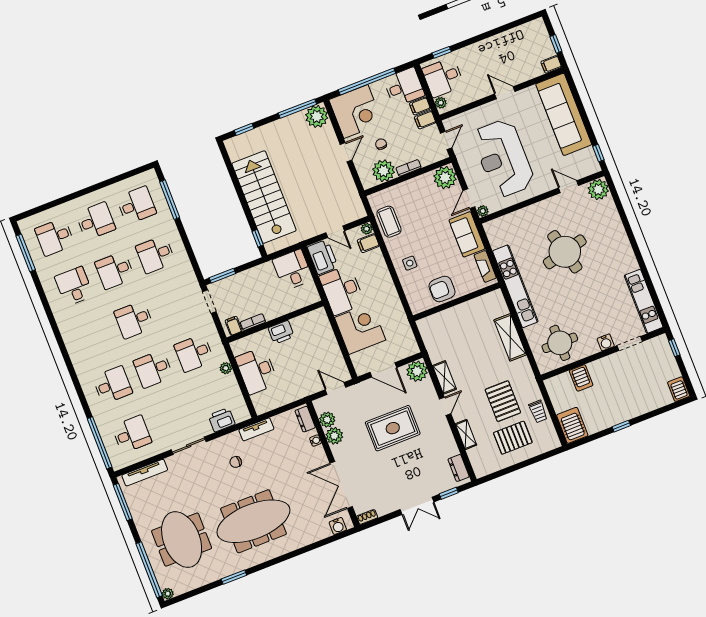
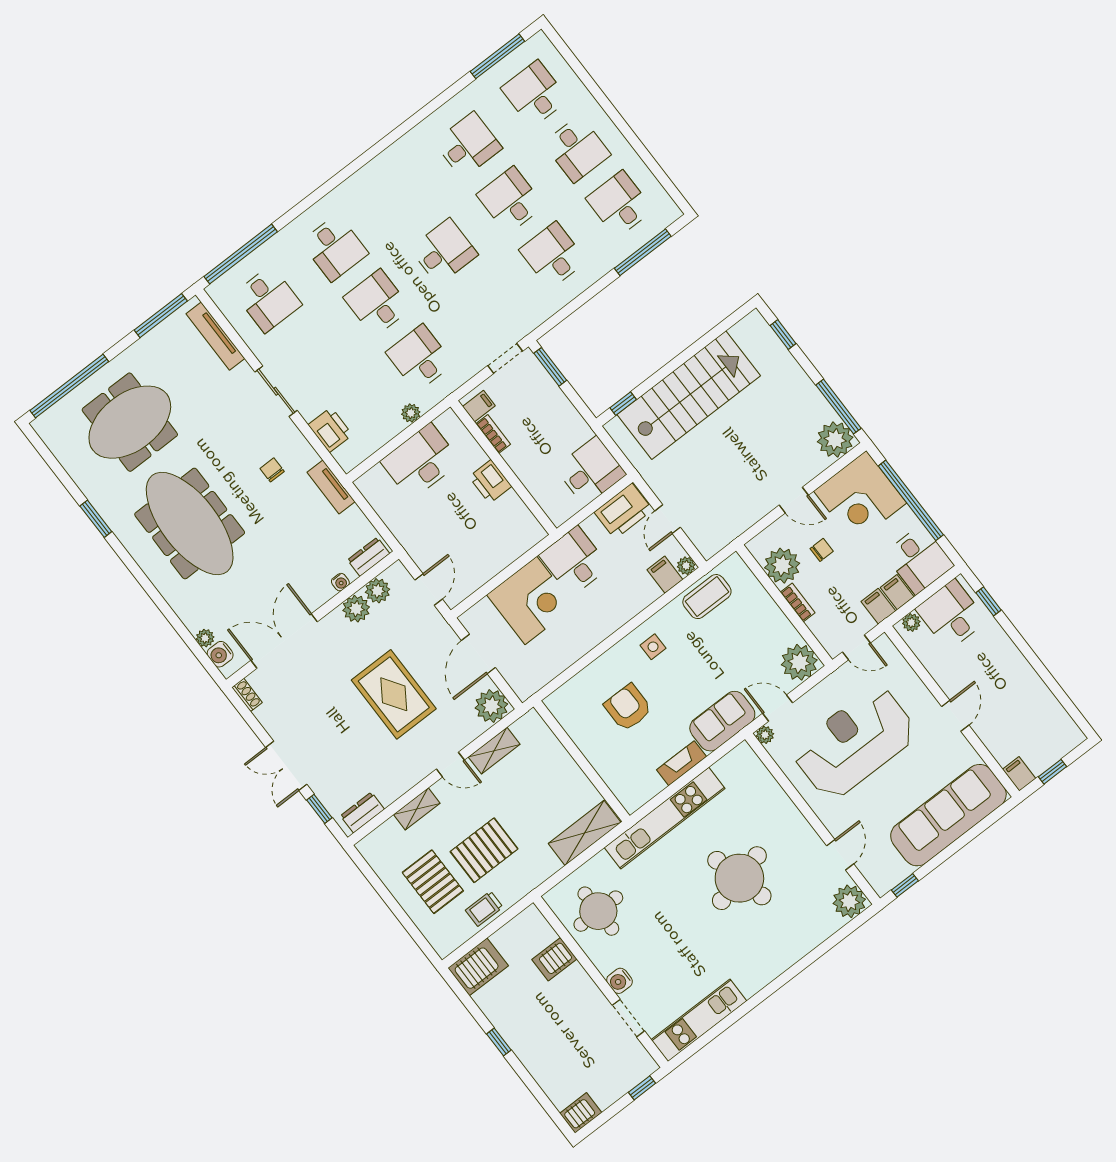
desk: (136, 205) -> (619, 204), turned 180
desk: (342, 290) -> (574, 561), width x0.73
wall: (457, 302) -> (582, 761), moved
desk: (134, 320) -> (444, 252), turned 90
plant: (168, 594) -> (205, 638), moved

